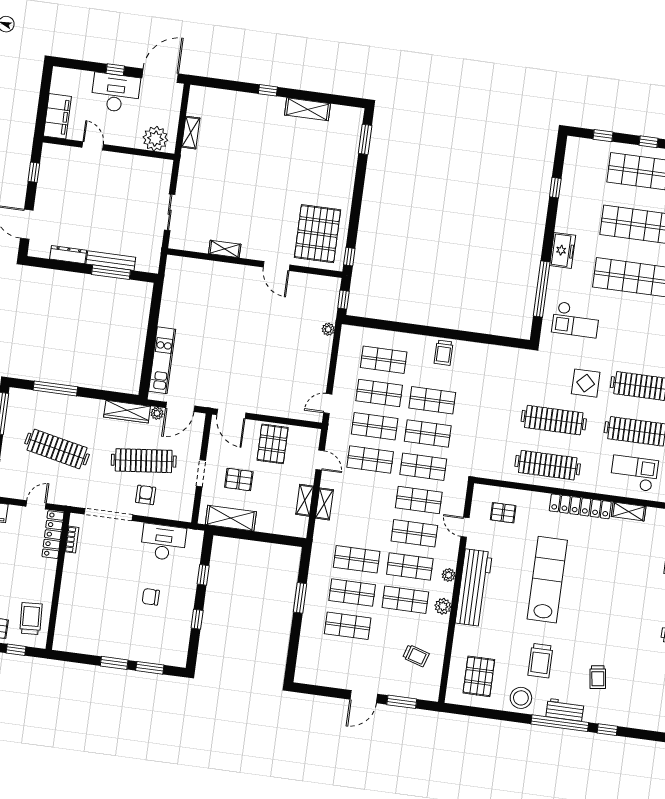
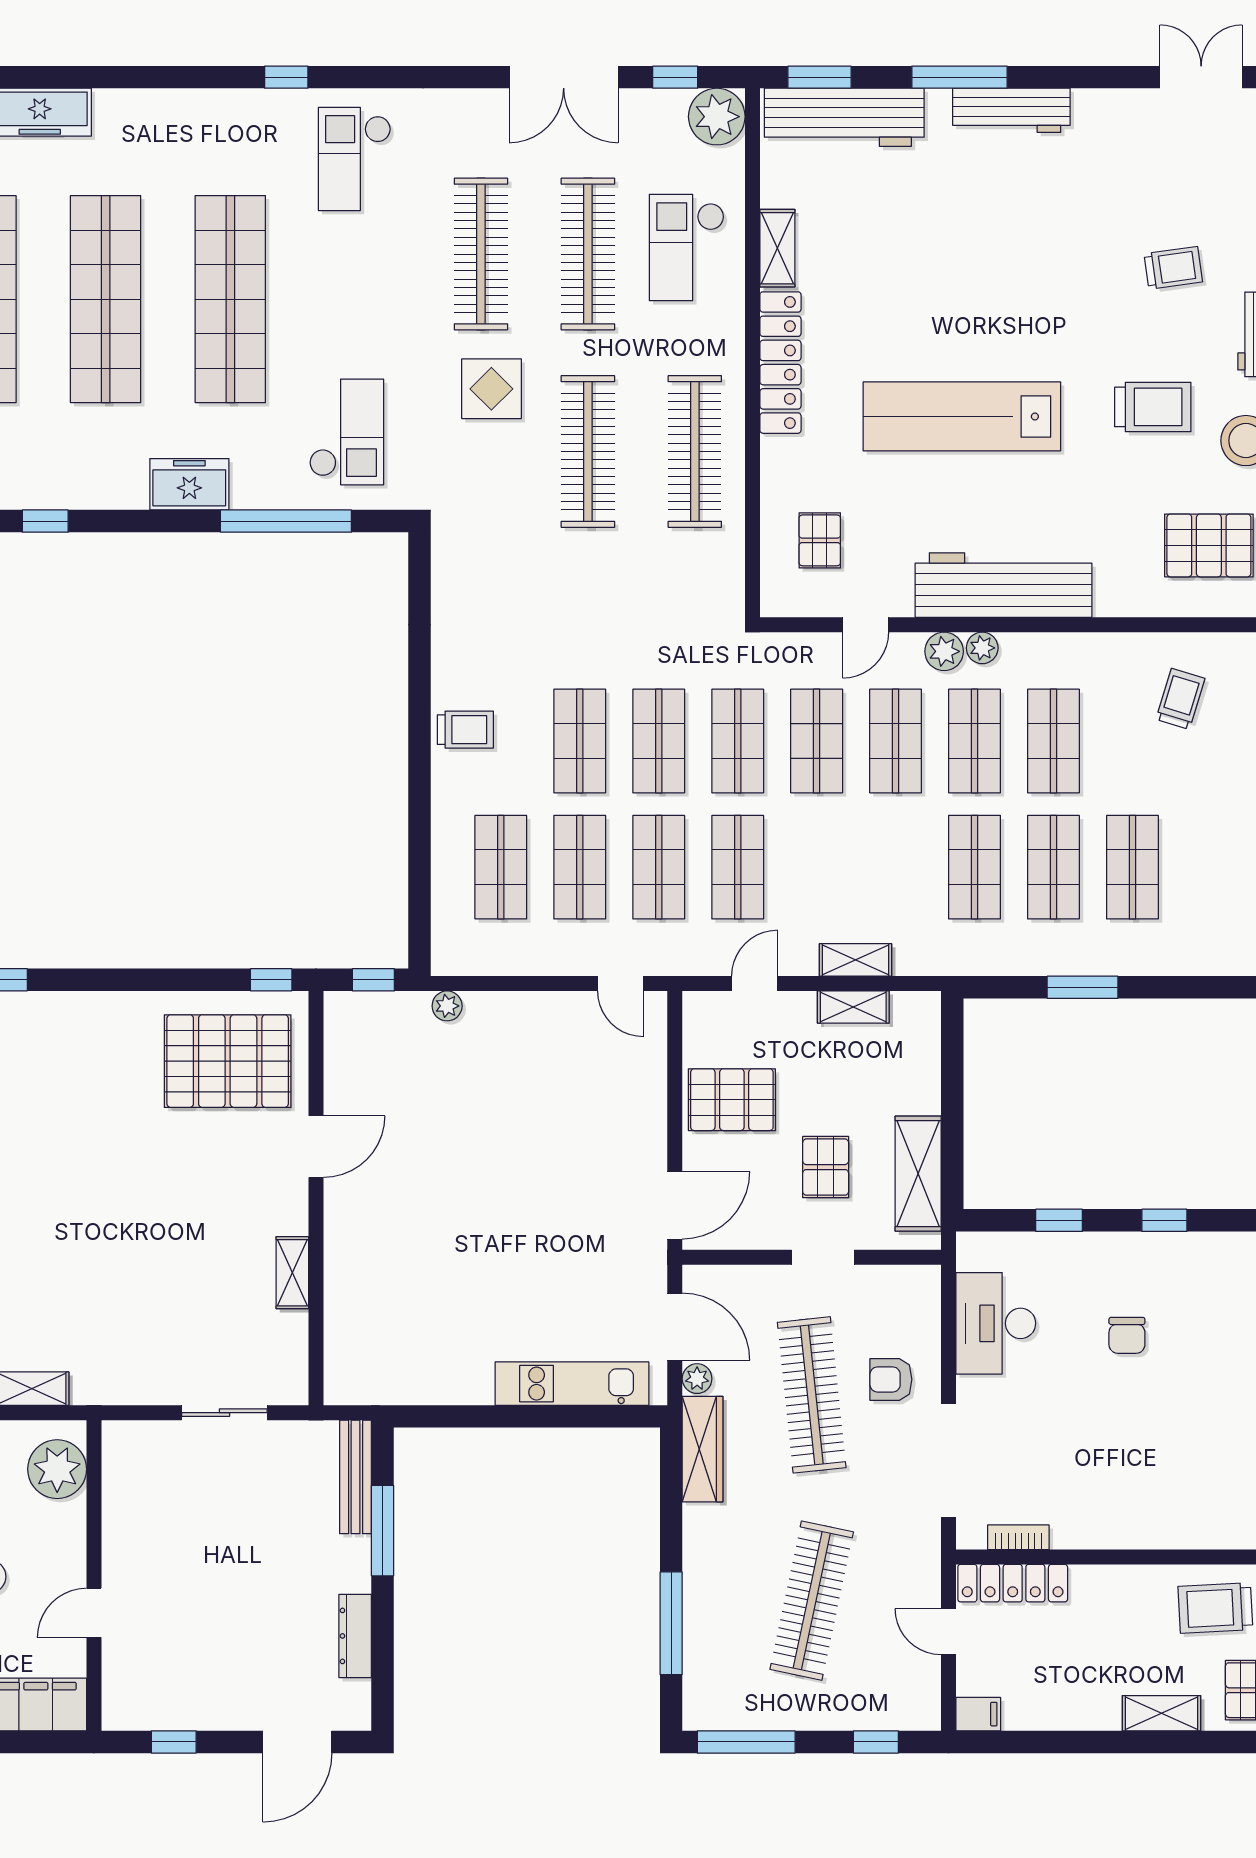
bench: (111, 261) -> (356, 1477), moved
plant: (443, 606) -> (944, 651), moved

